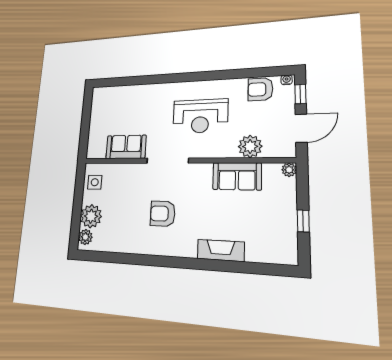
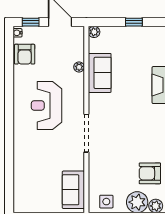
reception desk: (200, 116) -> (47, 105), turned 180
plant: (250, 146) -> (79, 67), width x0.53, depth x0.53
sofa: (126, 147) -> (73, 190), moved
armchair: (163, 214) -> (150, 173), moved, turned 90

